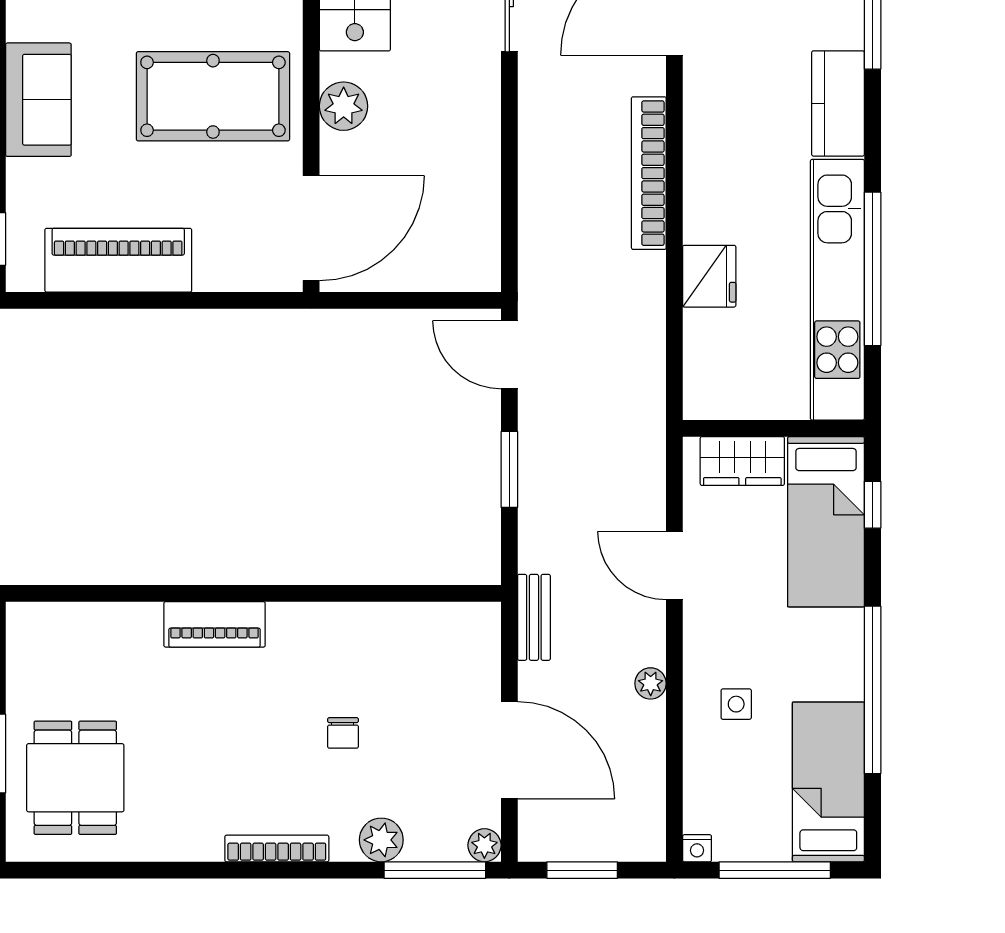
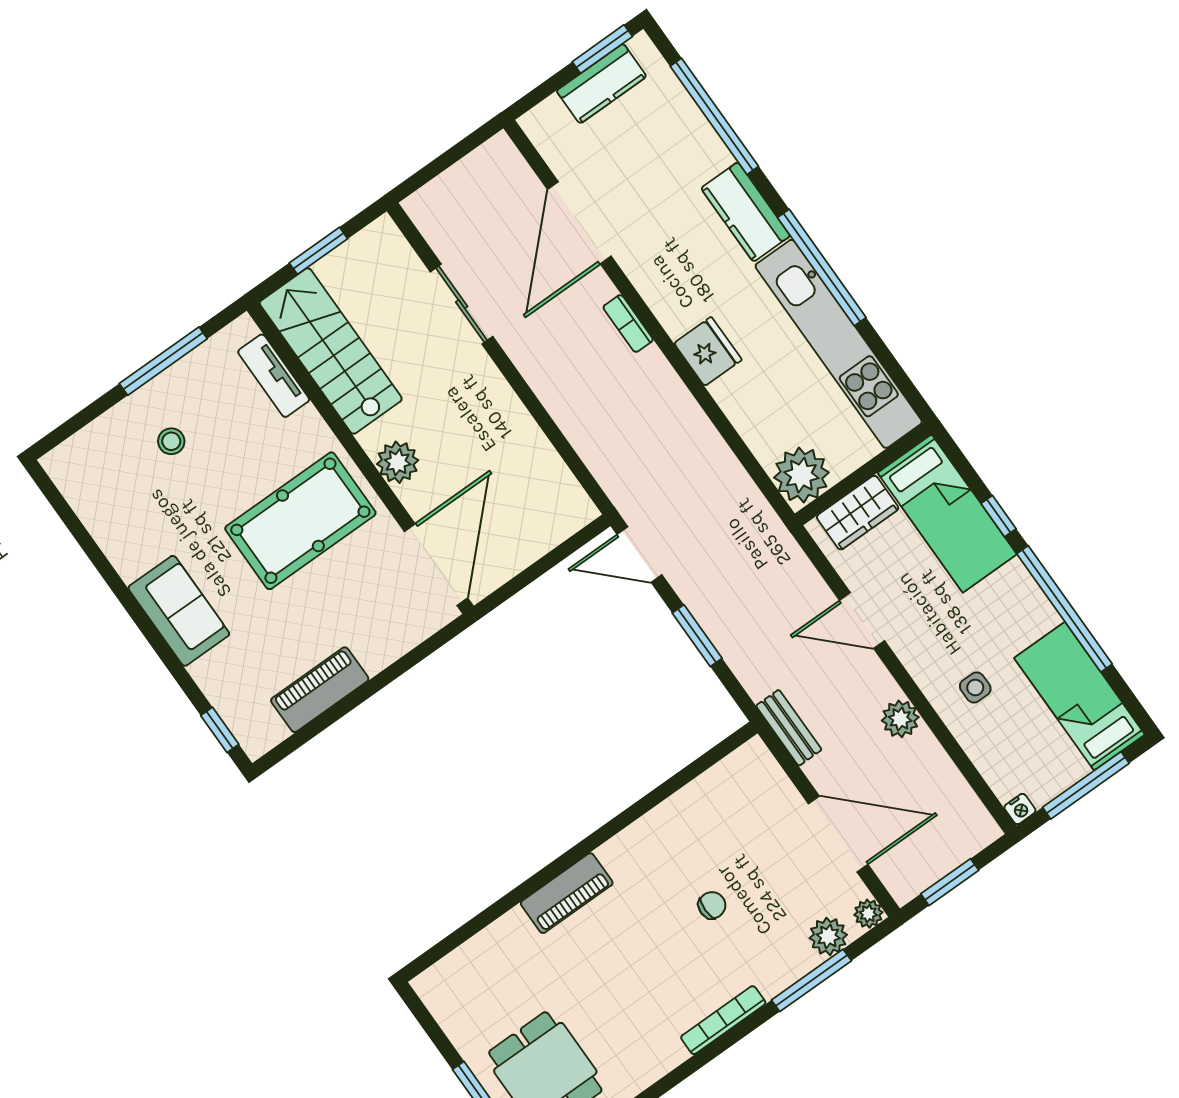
bookcase: (649, 173) -> (628, 324), width x0.43, depth x0.76
piano: (118, 260) -> (320, 690), width x0.73, depth x0.75
window: (873, 269) -> (822, 267), moved
fridge: (709, 276) -> (708, 351), moved
plant: (715, 388) -> (801, 475), added
window: (873, 505) -> (999, 516), moved
plant: (651, 683) -> (900, 719), width x1.38, depth x1.38
chair: (343, 733) -> (712, 905), turned -90
plant: (381, 840) -> (828, 936), moved
window: (435, 870) -> (811, 980), moved

